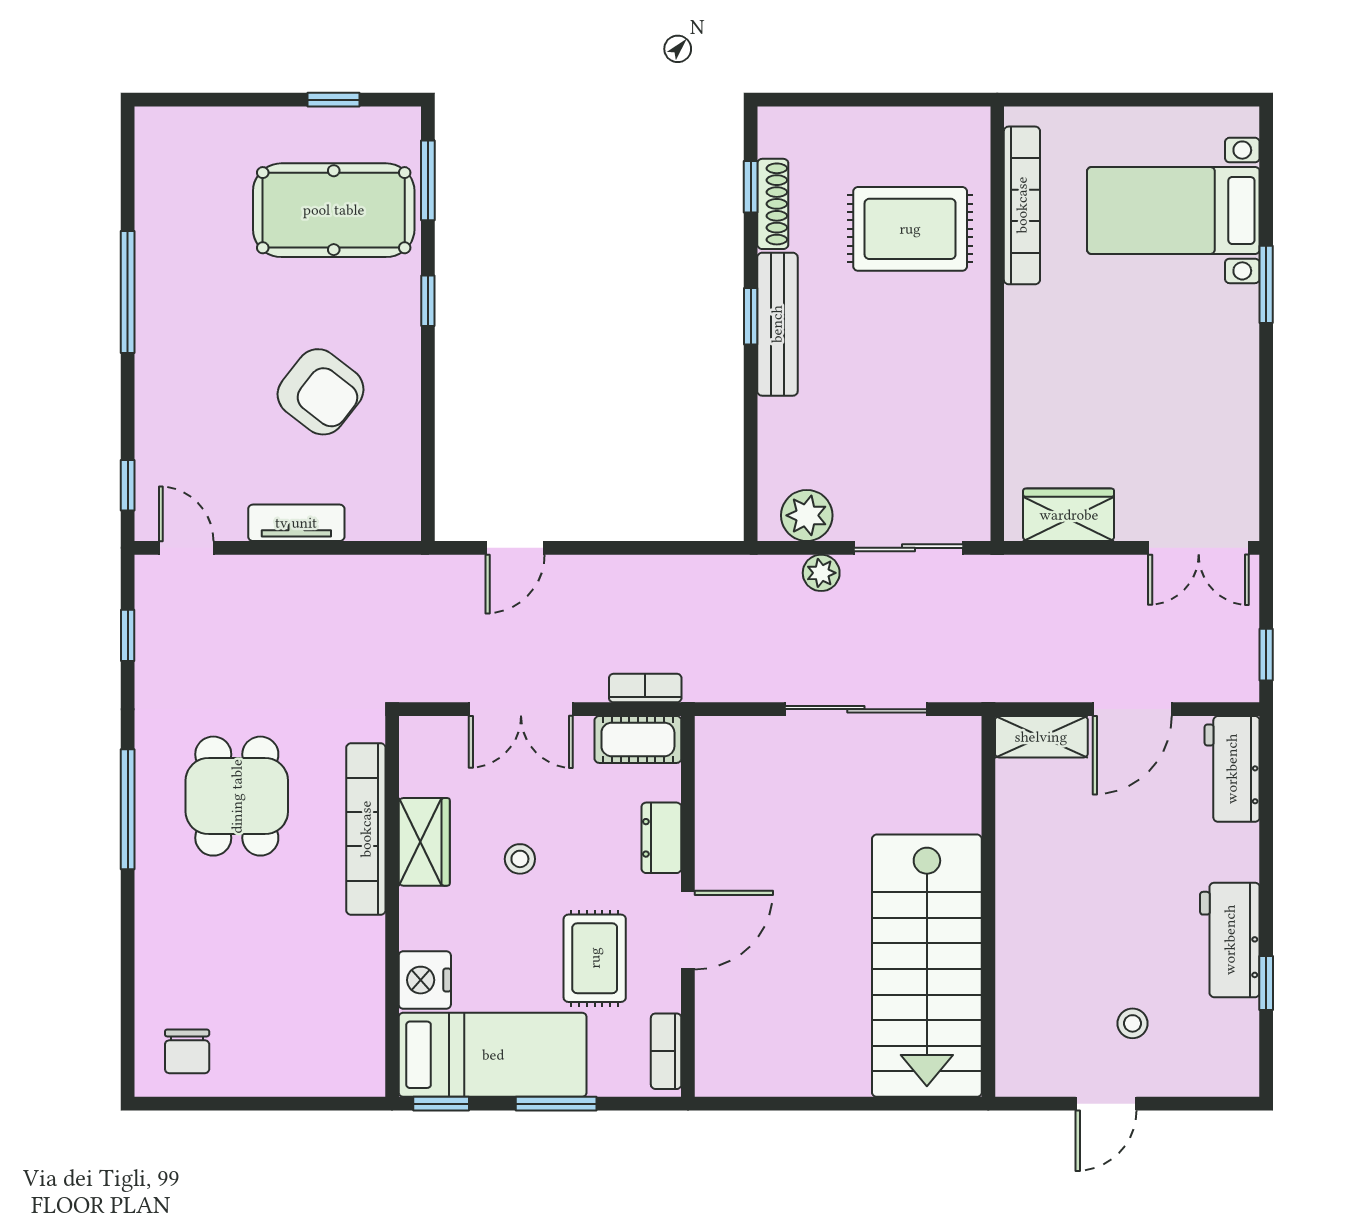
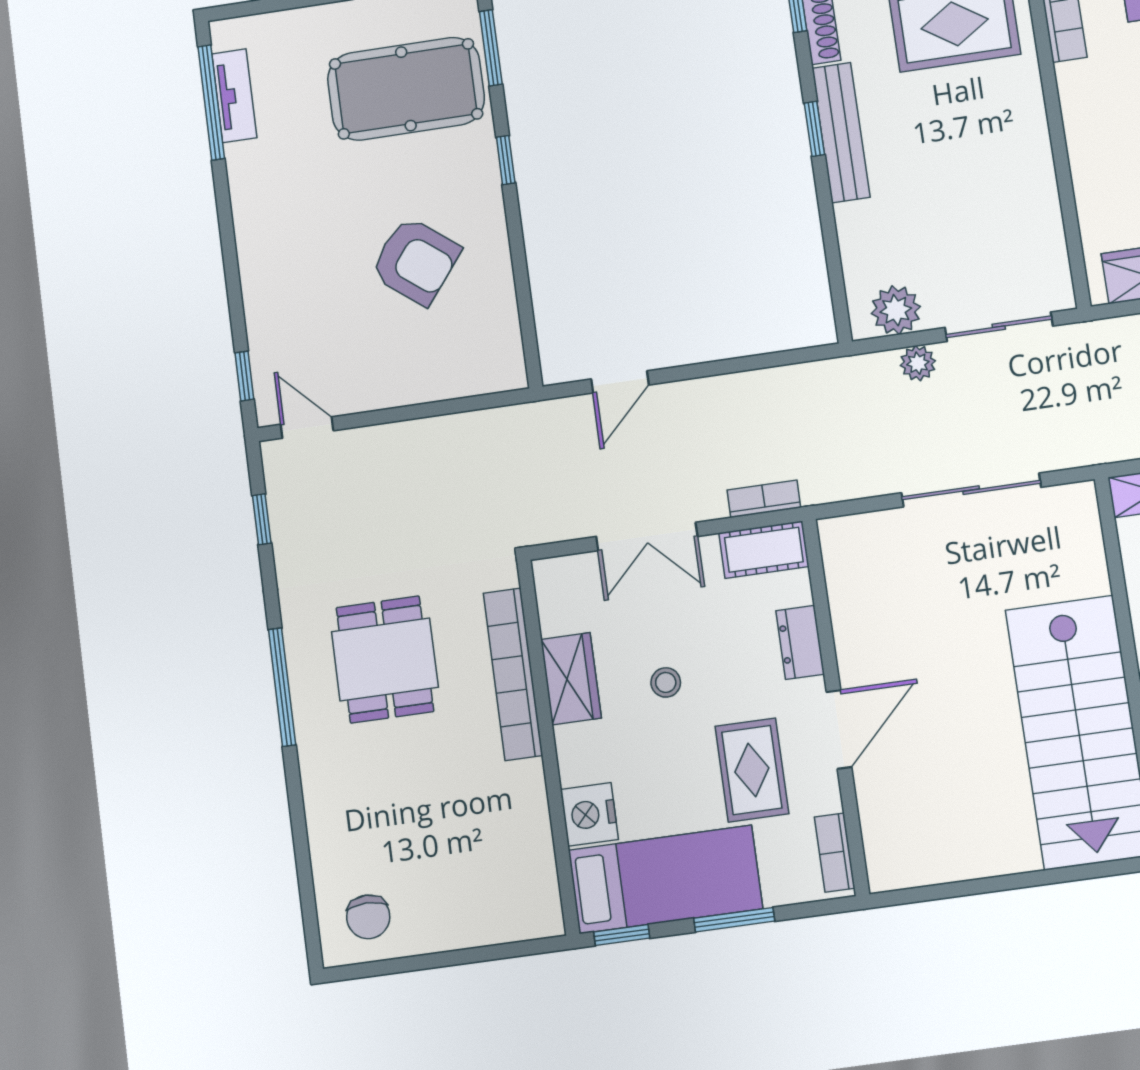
window: (128, 292) -> (211, 102), moved
tv unit: (296, 523) -> (234, 96), moved, turned 90

